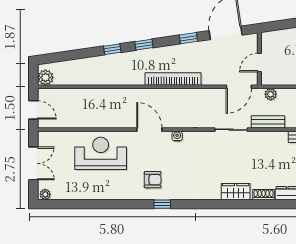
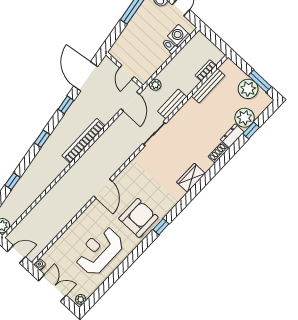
window: (112, 49) -> (13, 181), moved
door: (149, 130) -> (103, 189), swing flipped
water cooler: (177, 136) -> (40, 265), moved
reception desk: (101, 153) -> (99, 251), moved
armchair: (153, 180) -> (138, 218), width x1.88, depth x1.88
wardrobe: (236, 192) -> (191, 178), moved

